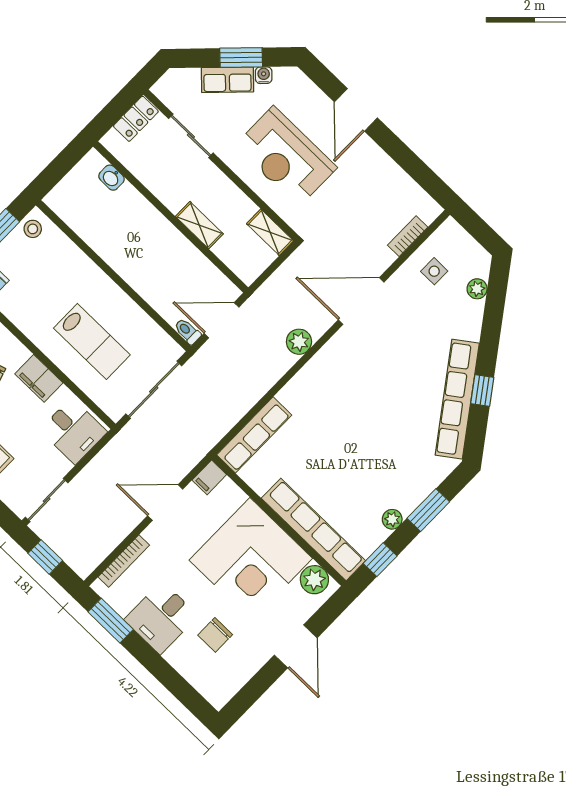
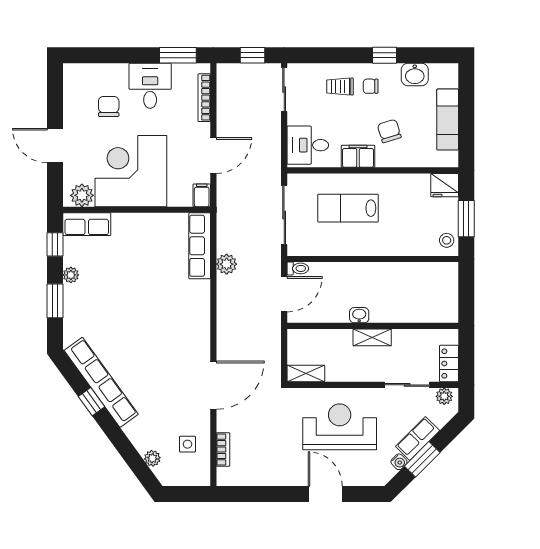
plant: (168, 94) -> (444, 396), added
washbasin: (111, 178) -> (359, 315), moved
shelving: (199, 225) -> (372, 337), moved
plant: (299, 342) -> (227, 264), moved
row of seats: (313, 529) -> (87, 224), width x0.50

